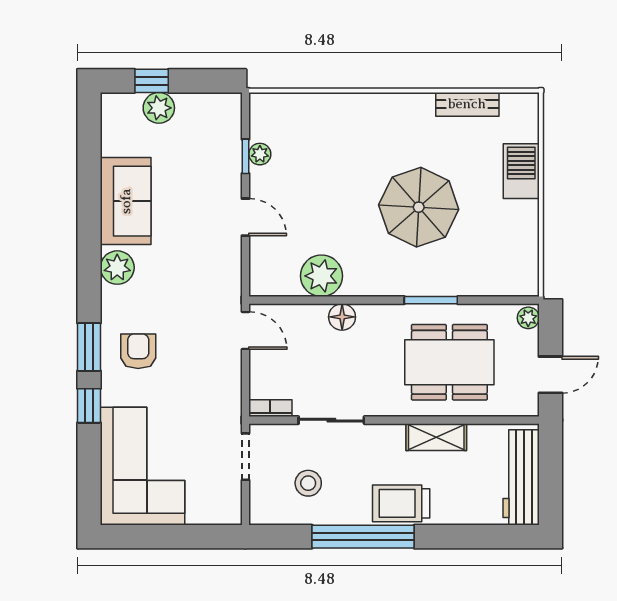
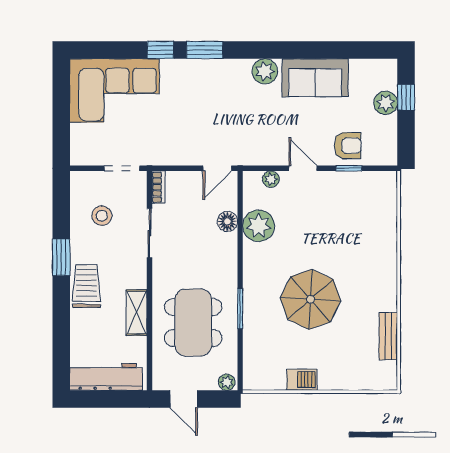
plant: (260, 154) -> (271, 179), moved
barbecue: (521, 171) -> (302, 380), moved, width x0.73, depth x0.79
door: (246, 217) -> (303, 168), swing flipped
floor lamp: (342, 317) -> (227, 222), moved
armchair: (138, 351) -> (348, 146), moved
window: (363, 537) -> (61, 257), width x0.47

